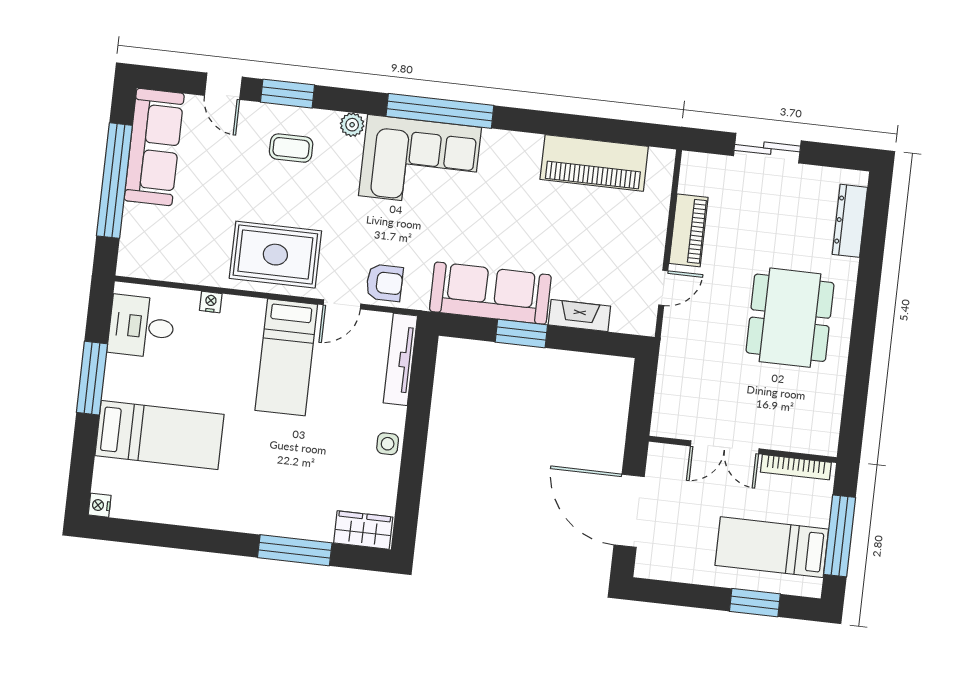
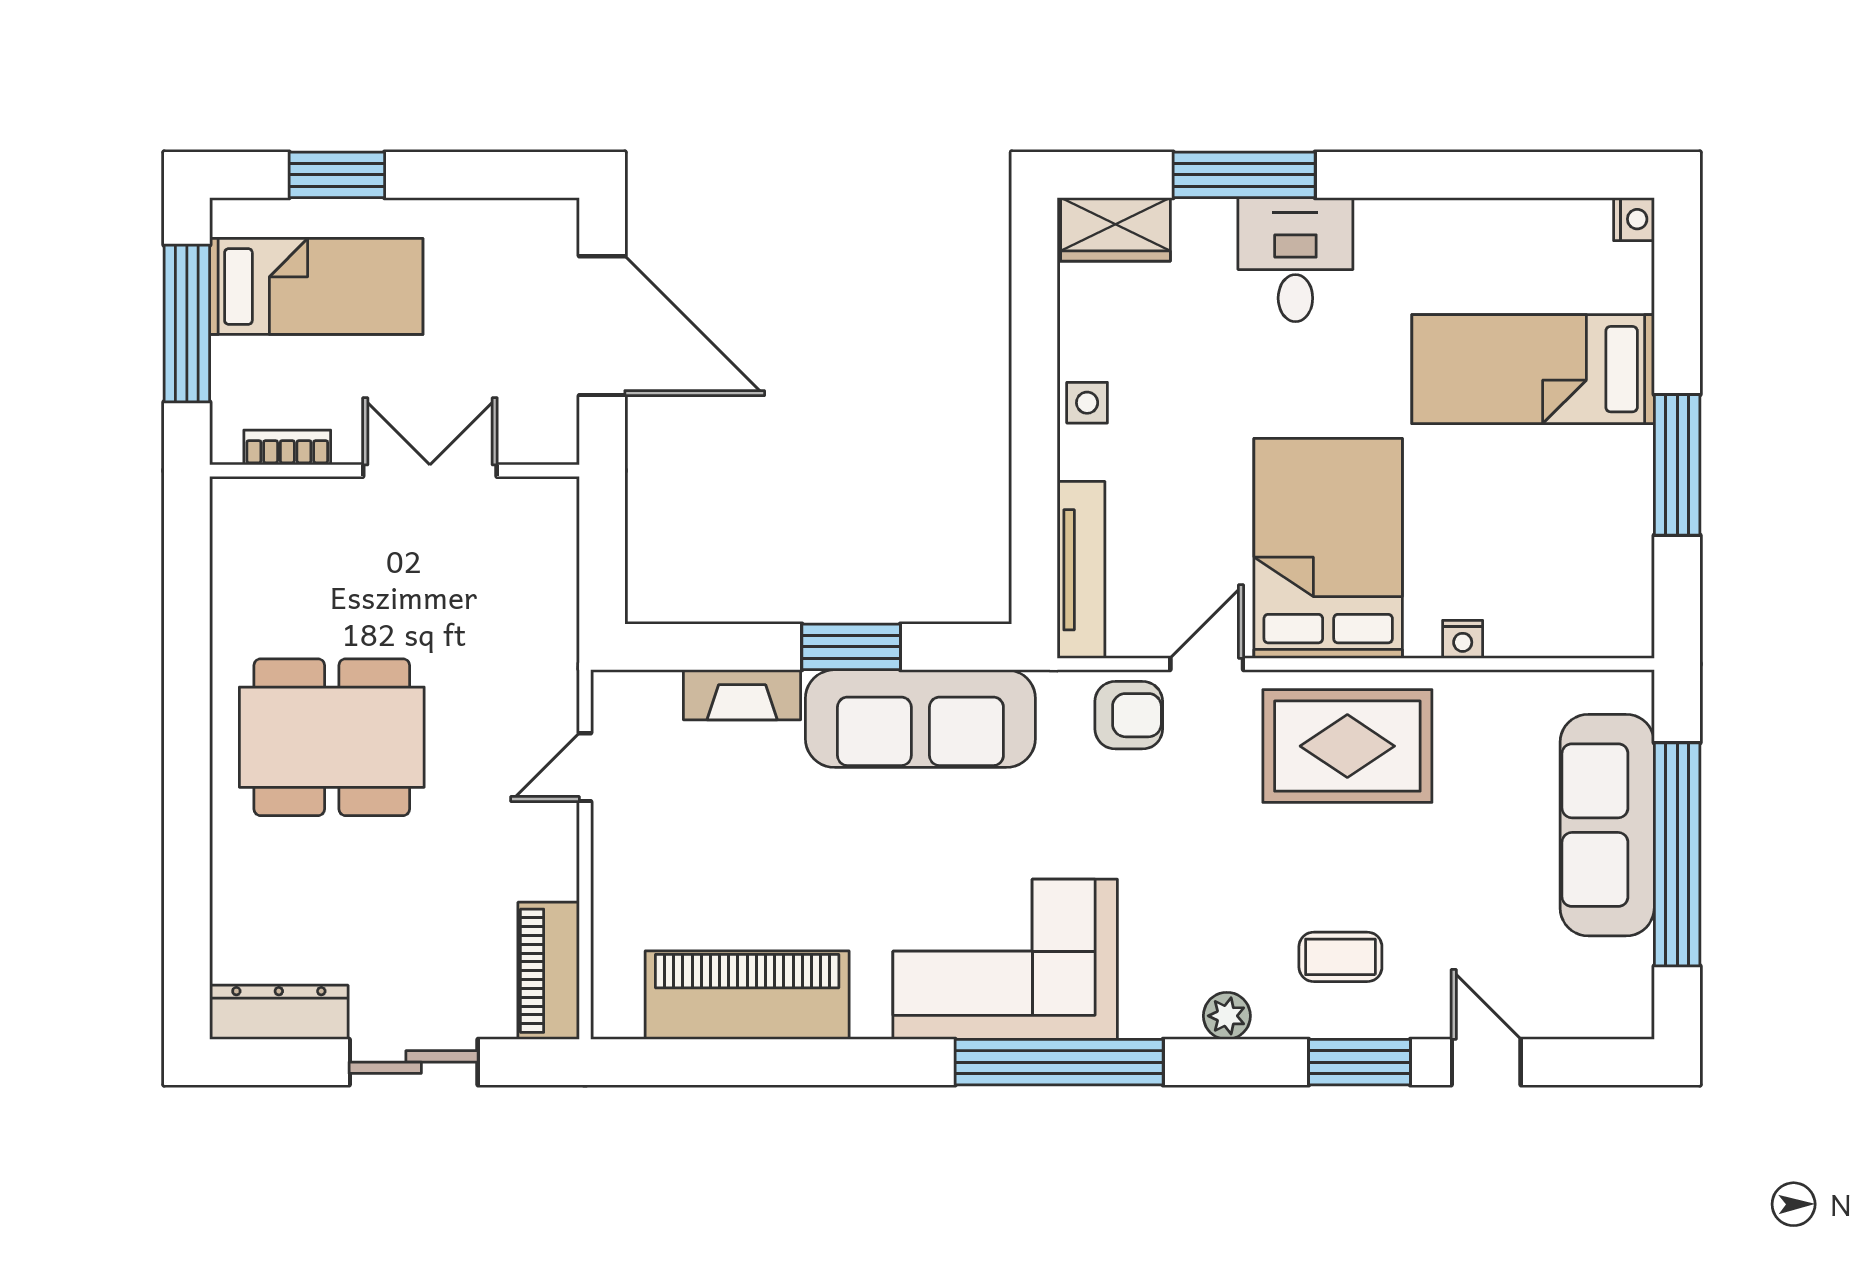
sofa: (154, 147) -> (1607, 825), moved
corner sofa: (420, 161) -> (1005, 959), moved
dresser: (850, 221) -> (279, 1012), moved, turned -90
piano: (689, 230) -> (549, 971), moved
armchair: (384, 283) -> (1129, 715), turned 180
dining table: (790, 318) -> (332, 737), turned 90
desk: (141, 327) -> (1295, 260), moved, turned -90
bed: (286, 357) -> (1328, 548), width x1.50
bookcase: (796, 467) -> (287, 447), width x0.64

